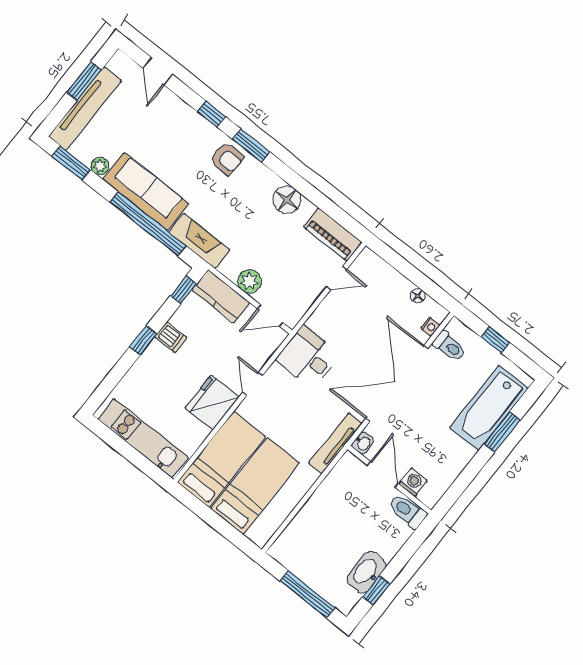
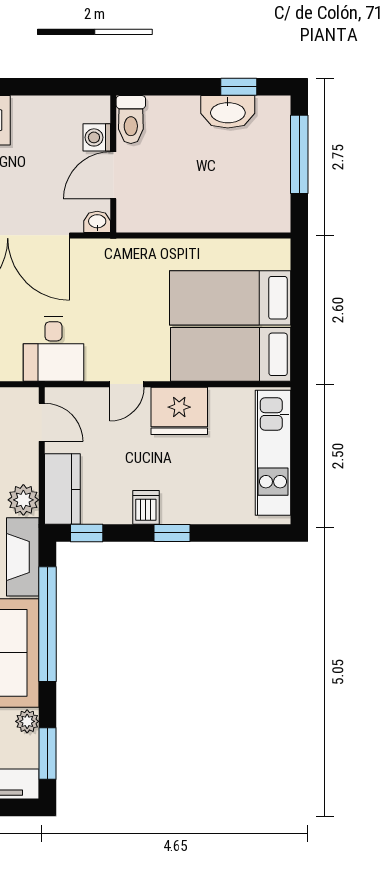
plant: (250, 281) -> (23, 500), moved
tv unit: (335, 443) -> (120, 250), removed

